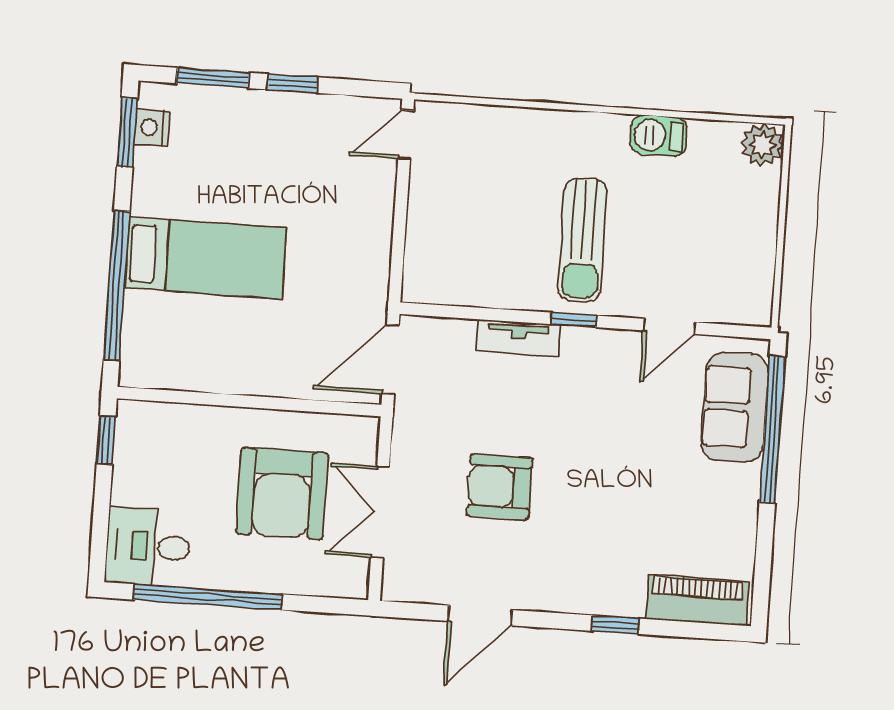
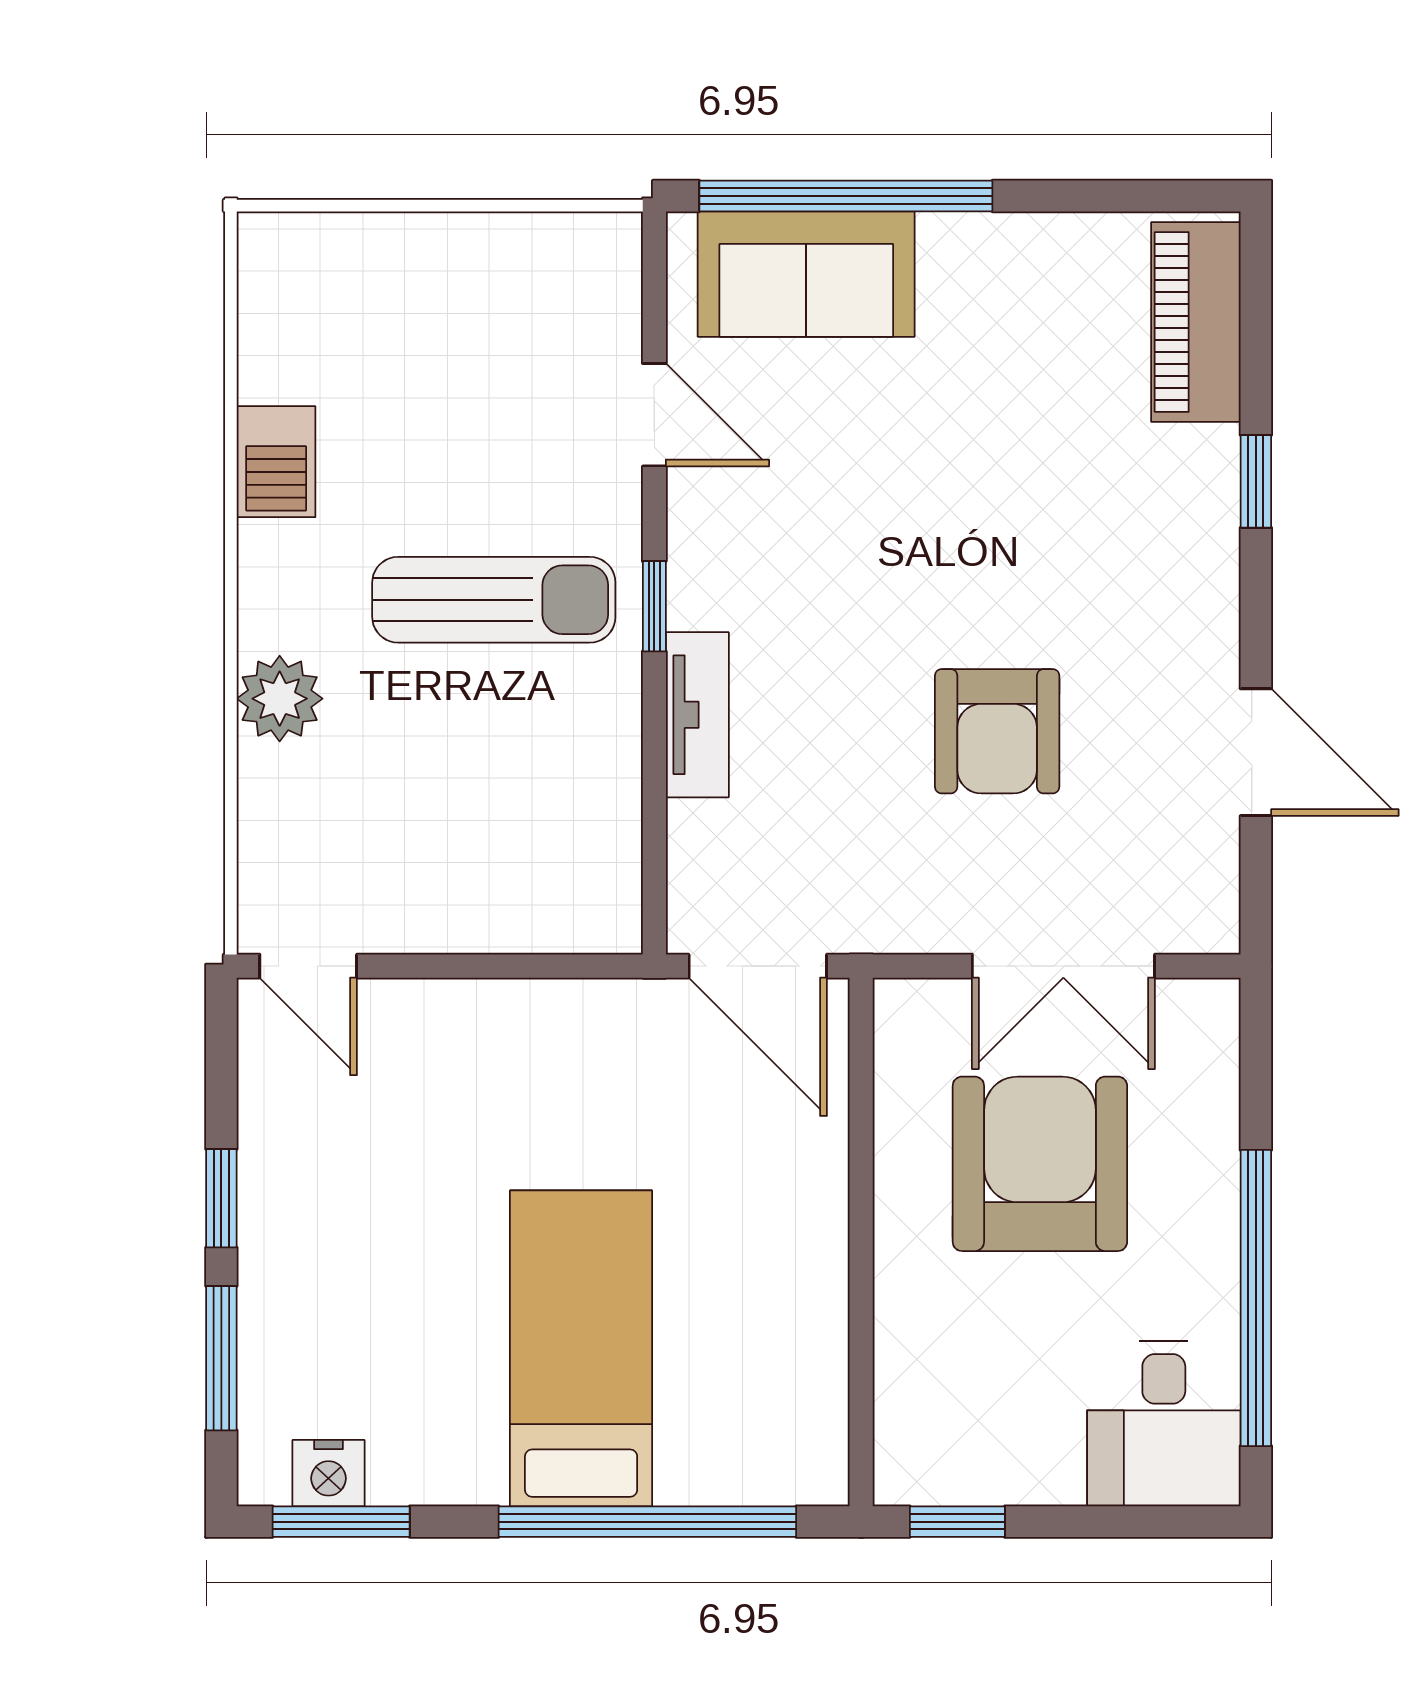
plant: (762, 145) -> (280, 699), moved
armchair: (282, 494) -> (1040, 1164), turned -90

